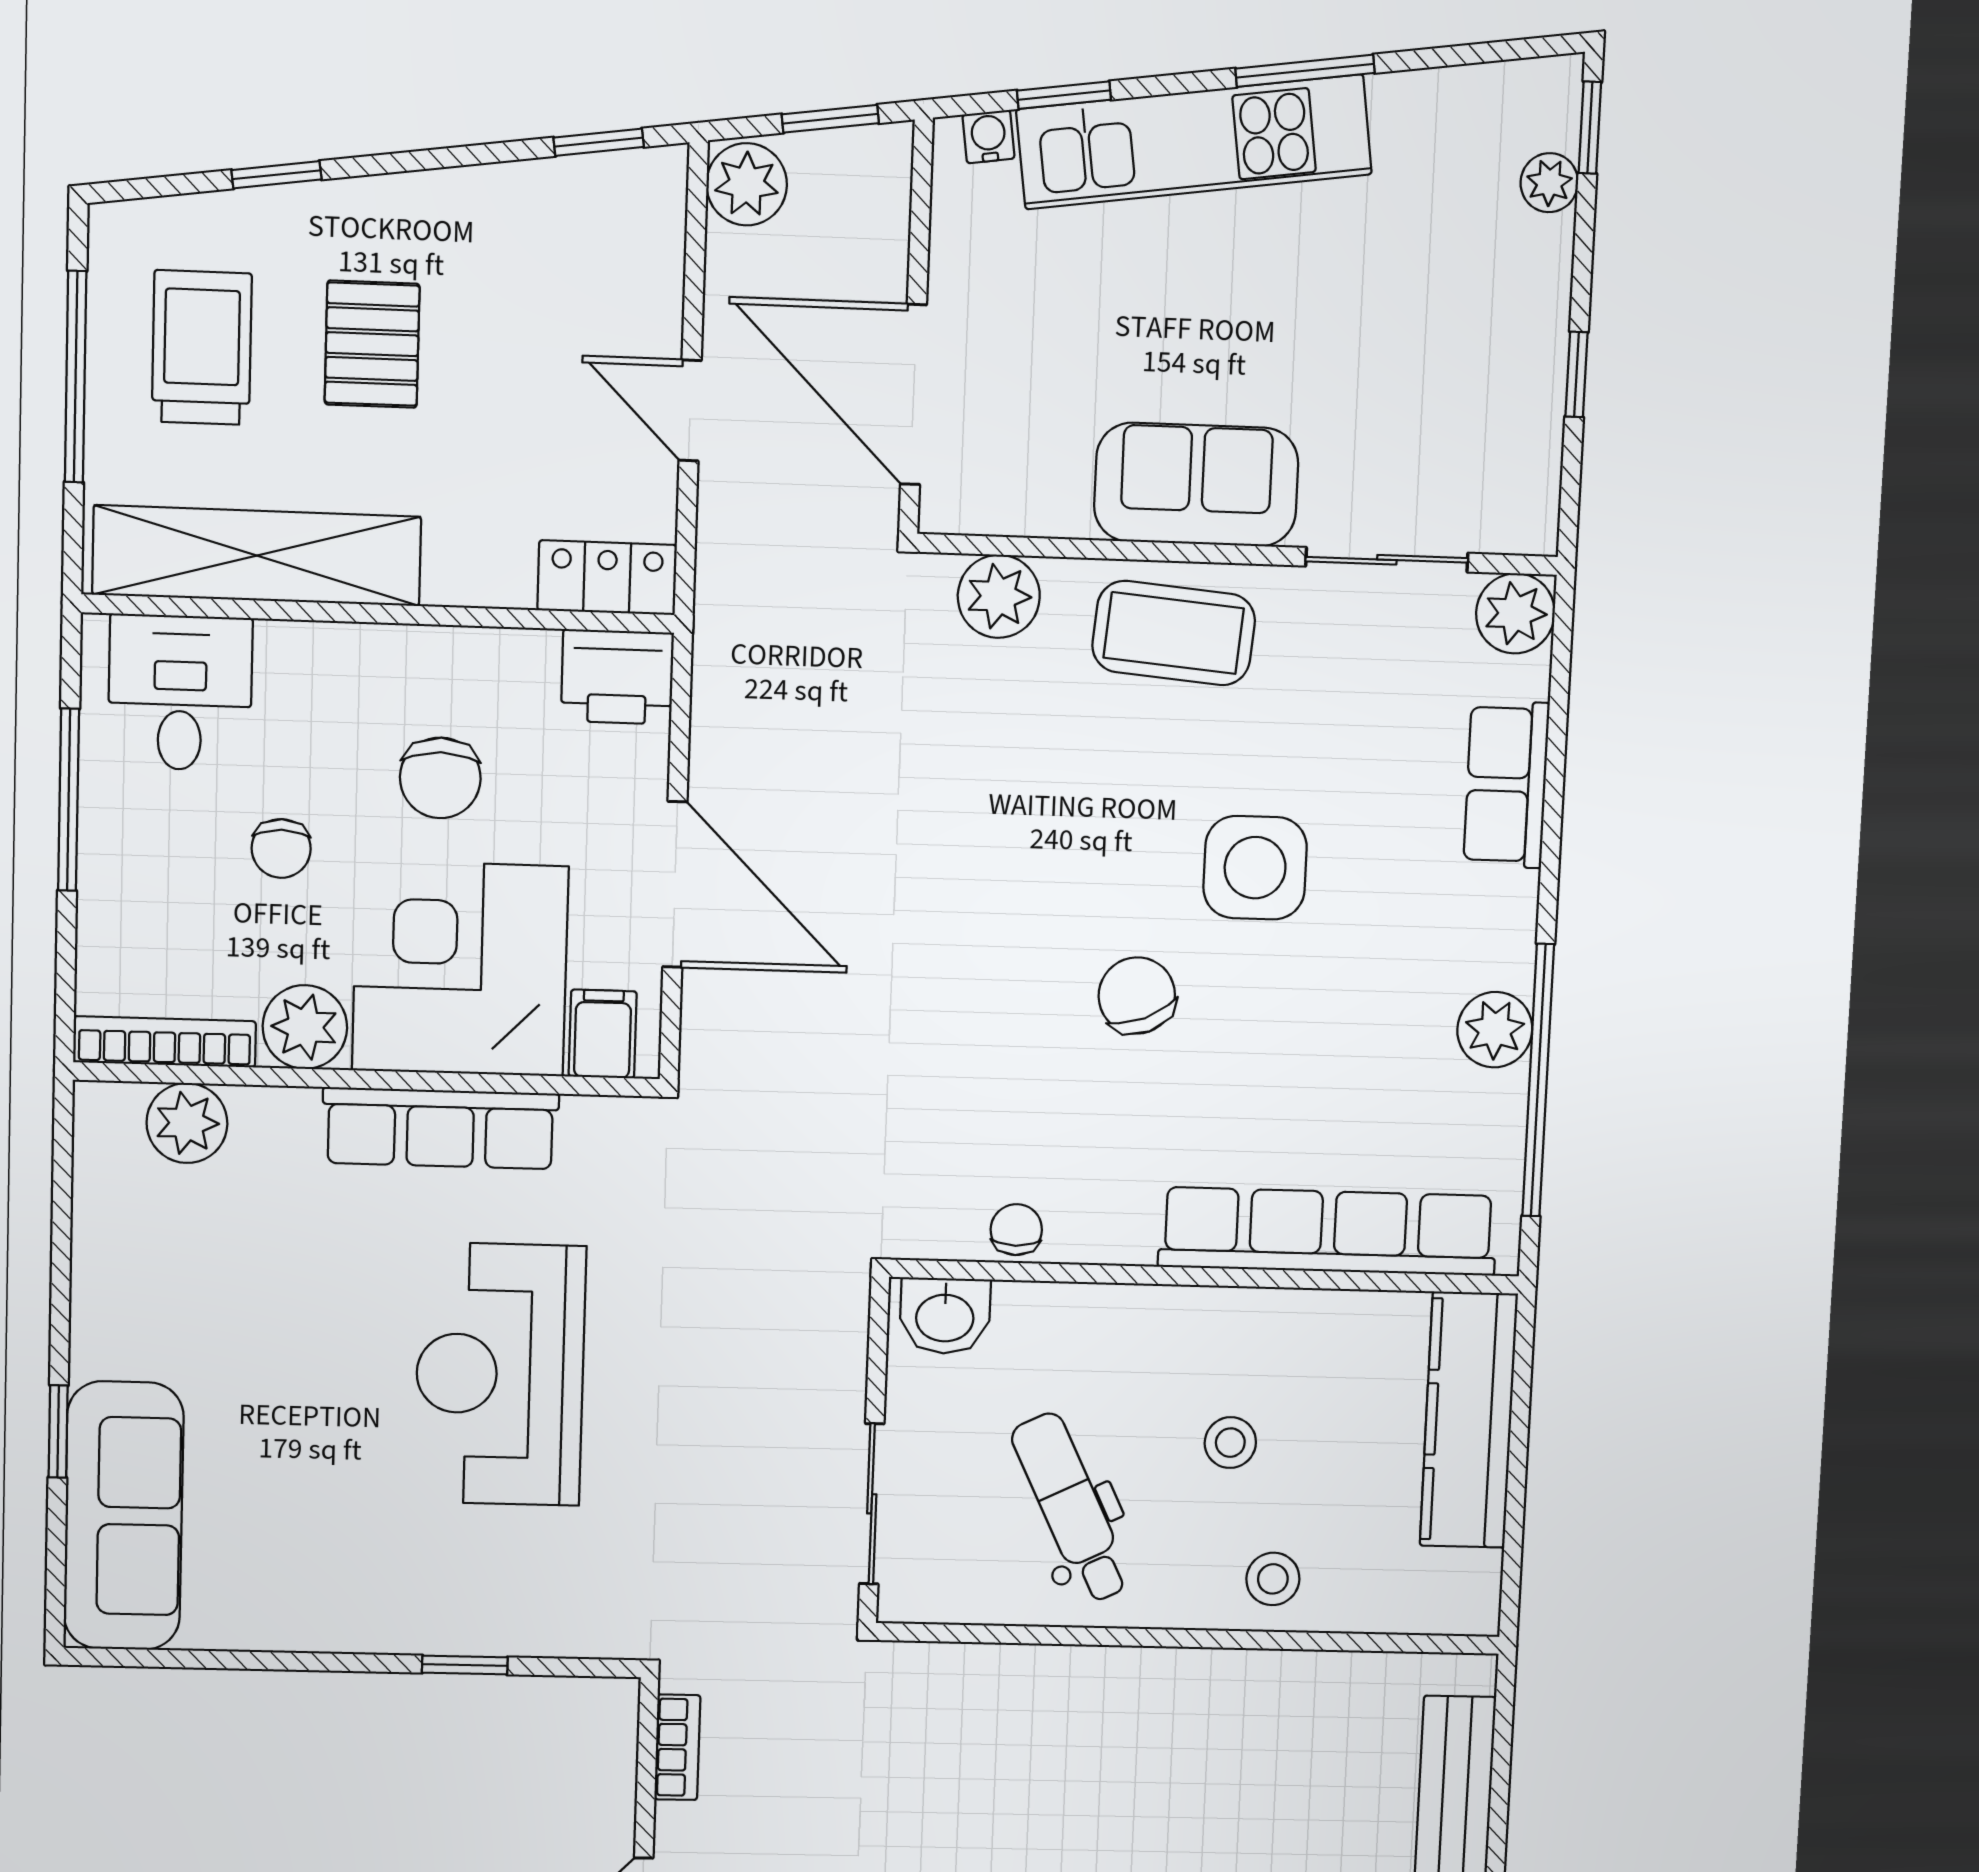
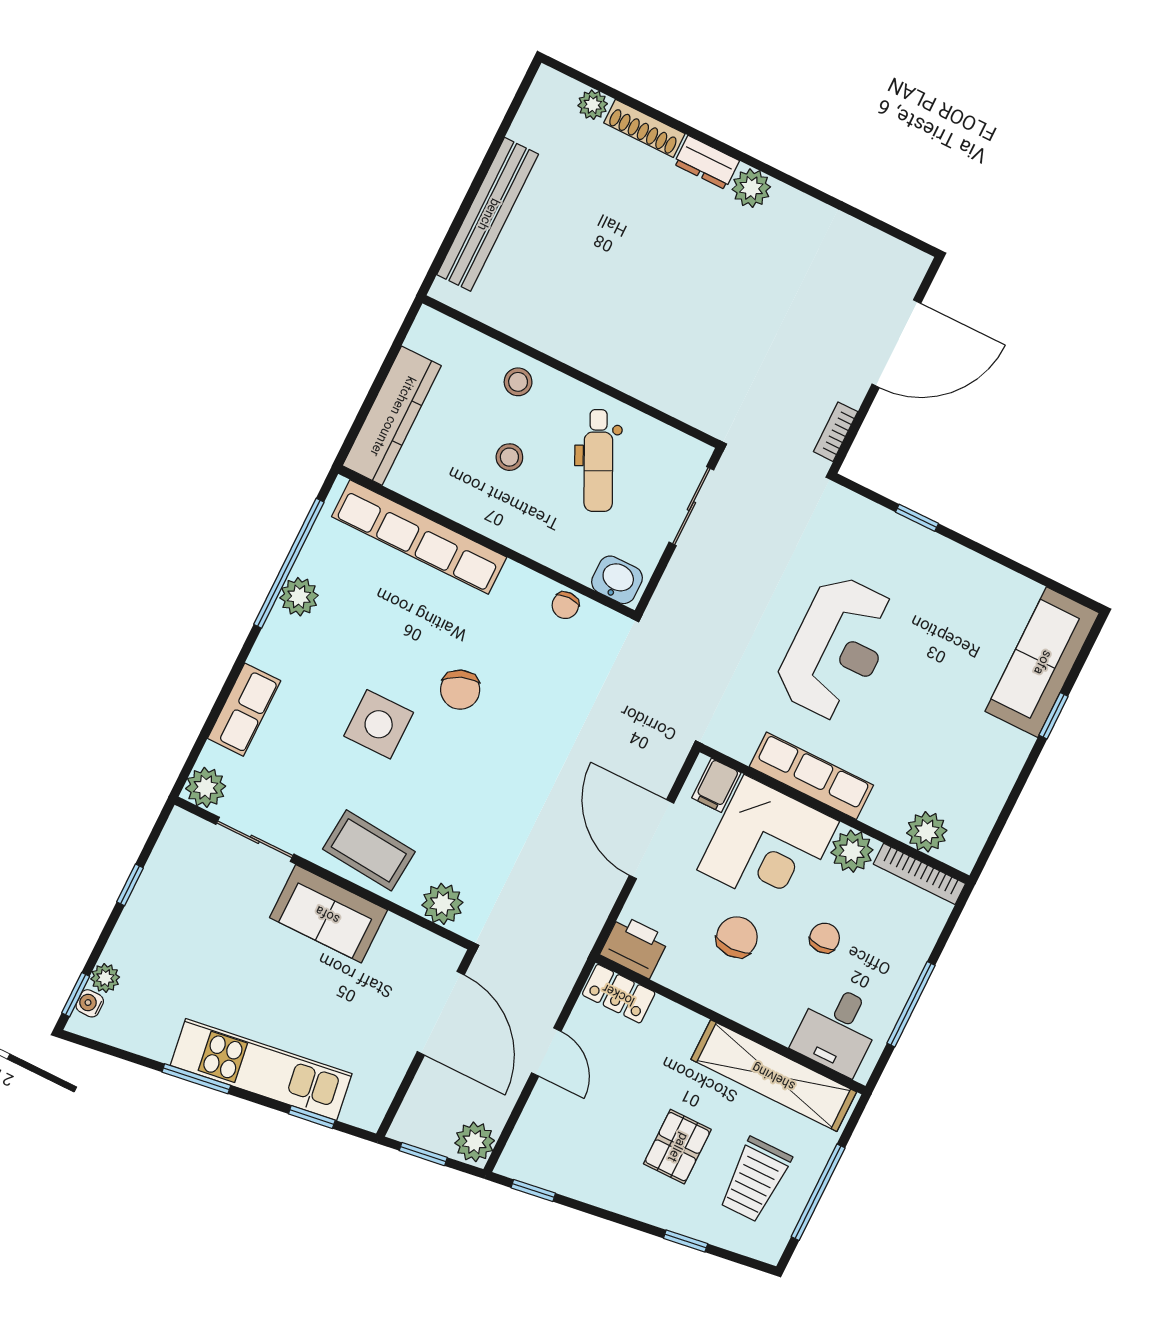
water cooler: (988, 137) -> (90, 1003), moved, turned 98

